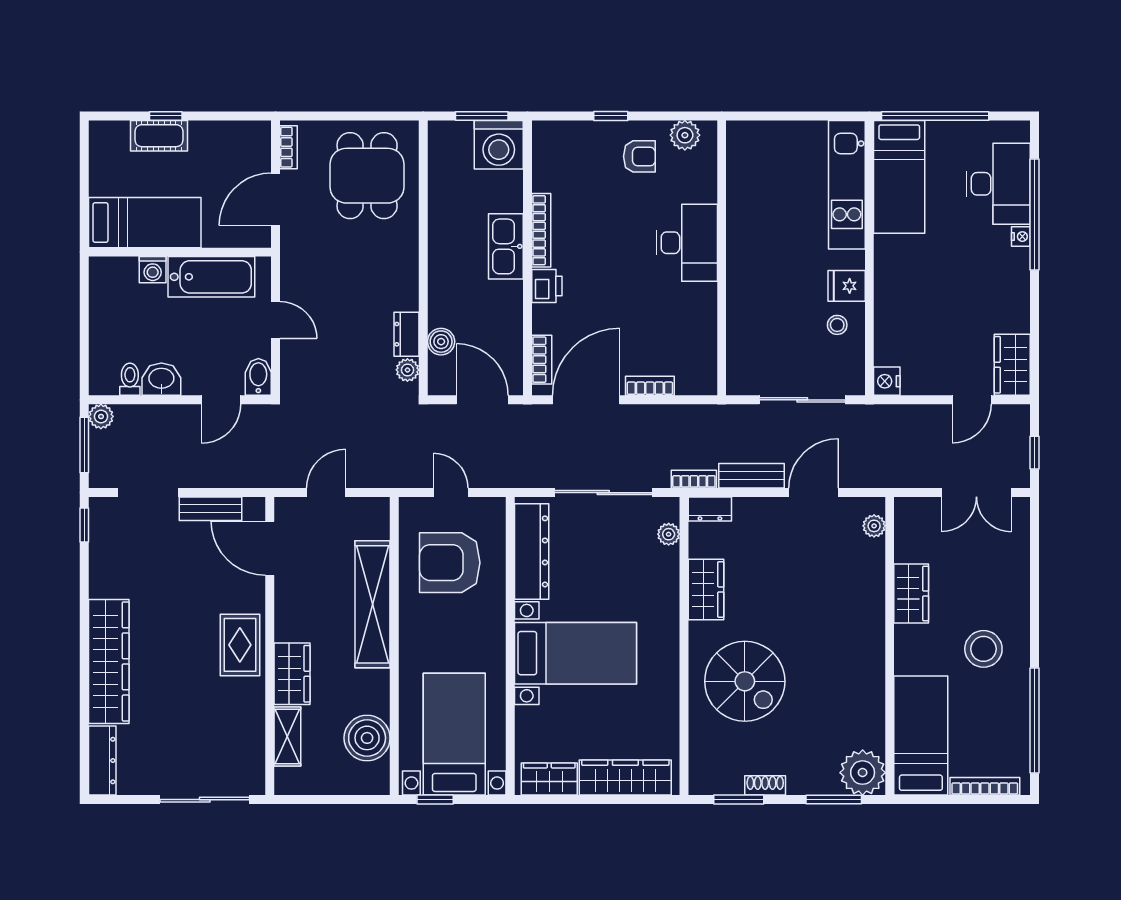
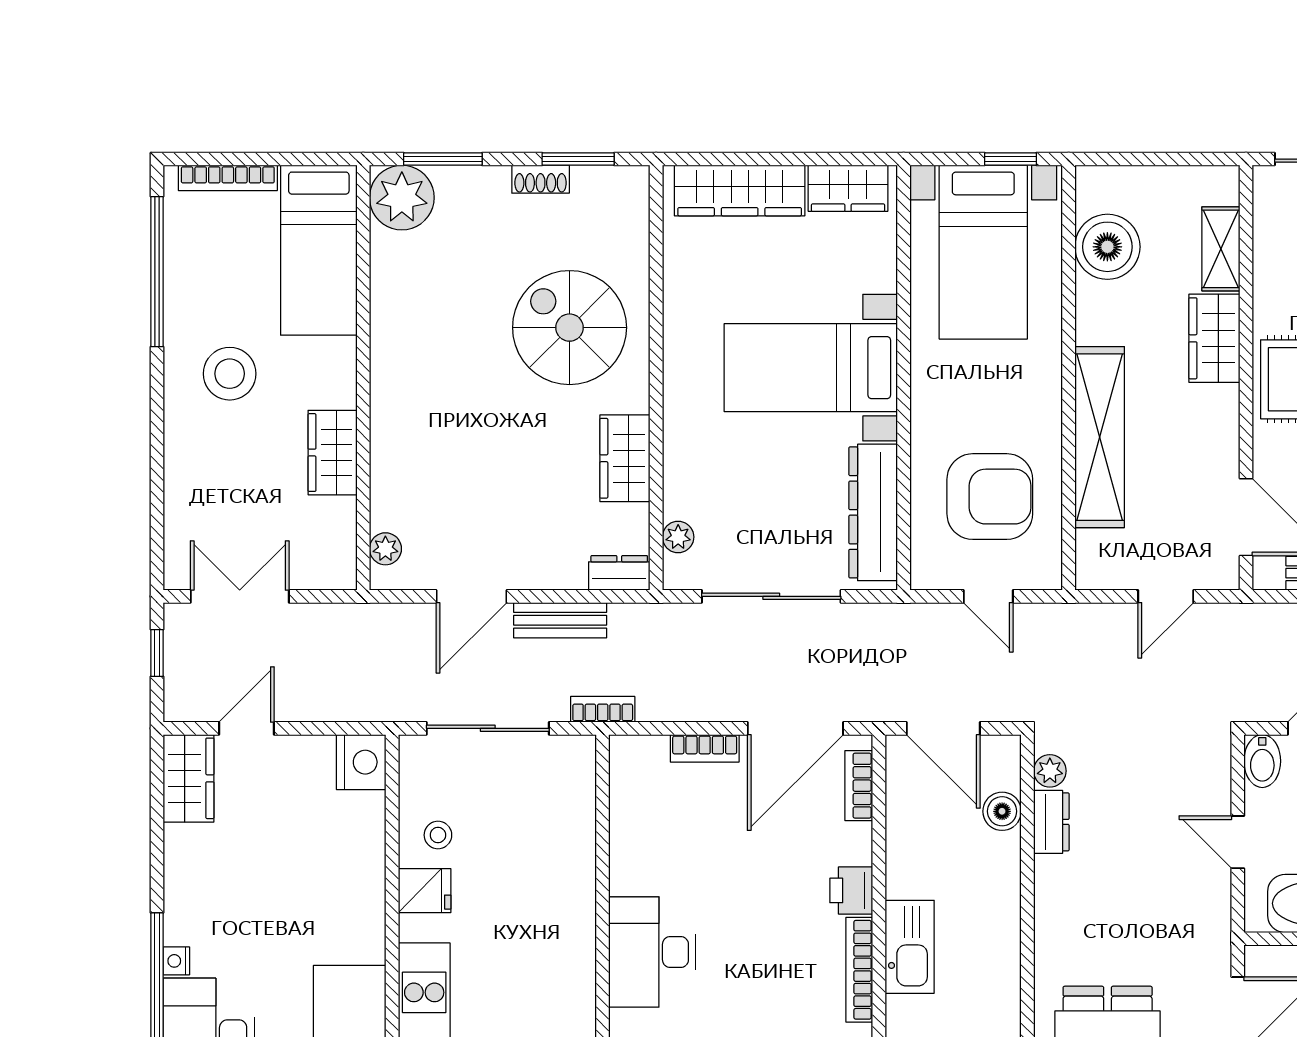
nightstand: (887, 381) -> (361, 762), width x1.36, depth x1.33
bookcase: (694, 479) -> (603, 709), moved, turned 180

